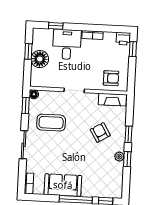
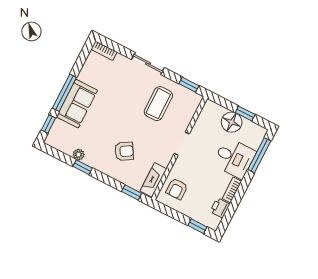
window: (56, 26) -> (259, 155), width x2.17
printer: (123, 39) -> (220, 208), moved
floor lamp: (34, 94) -> (197, 99), removed
window: (129, 134) -> (132, 192), moved
plant: (119, 156) -> (79, 155), moved
sofa: (63, 185) -> (77, 104), moved

